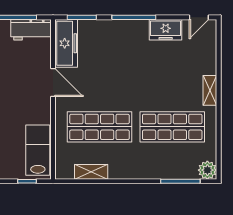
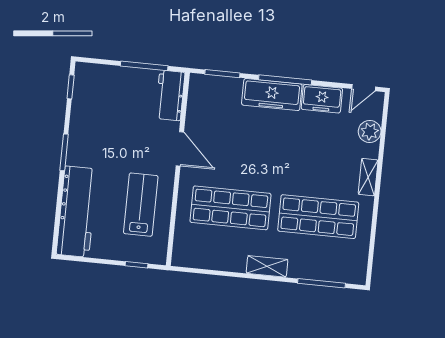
workbench: (31, 30) -> (170, 95), moved, turned 90
freezer: (66, 43) -> (272, 95), moved, turned 90
lab bench: (38, 150) -> (141, 205), moved
plant: (207, 170) -> (370, 131), moved
shelving: (91, 172) -> (267, 266), moved

